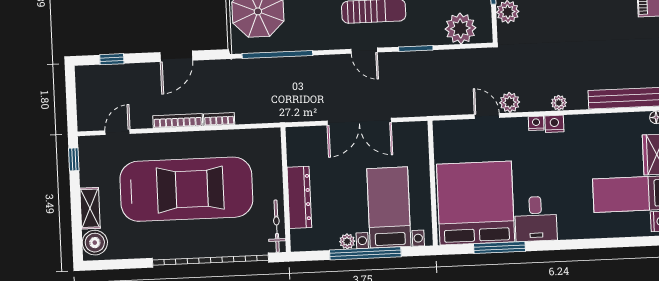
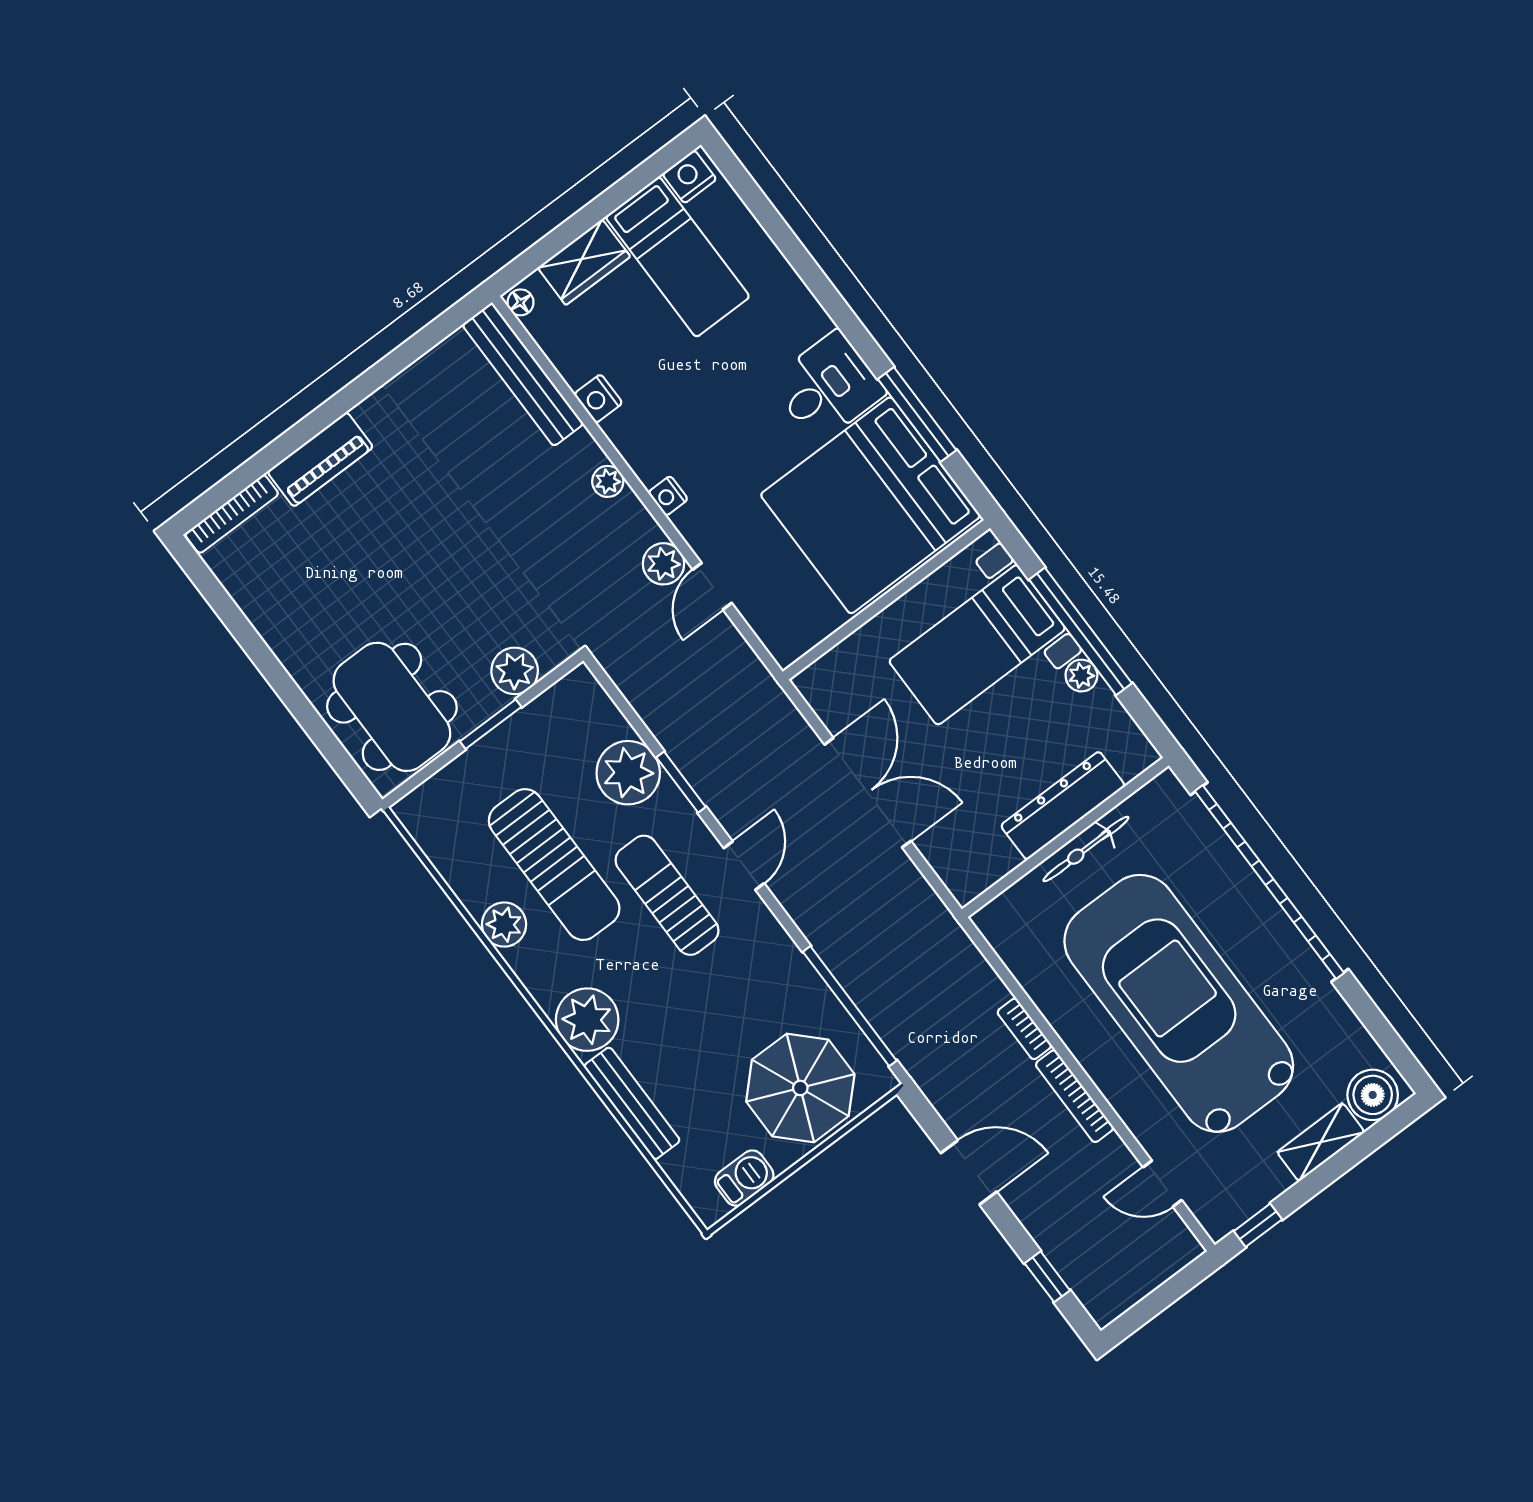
plant: (460, 28) -> (628, 773), moved
nightstand: (554, 124) -> (598, 399), moved
bicycle: (277, 226) -> (1086, 849), moved

